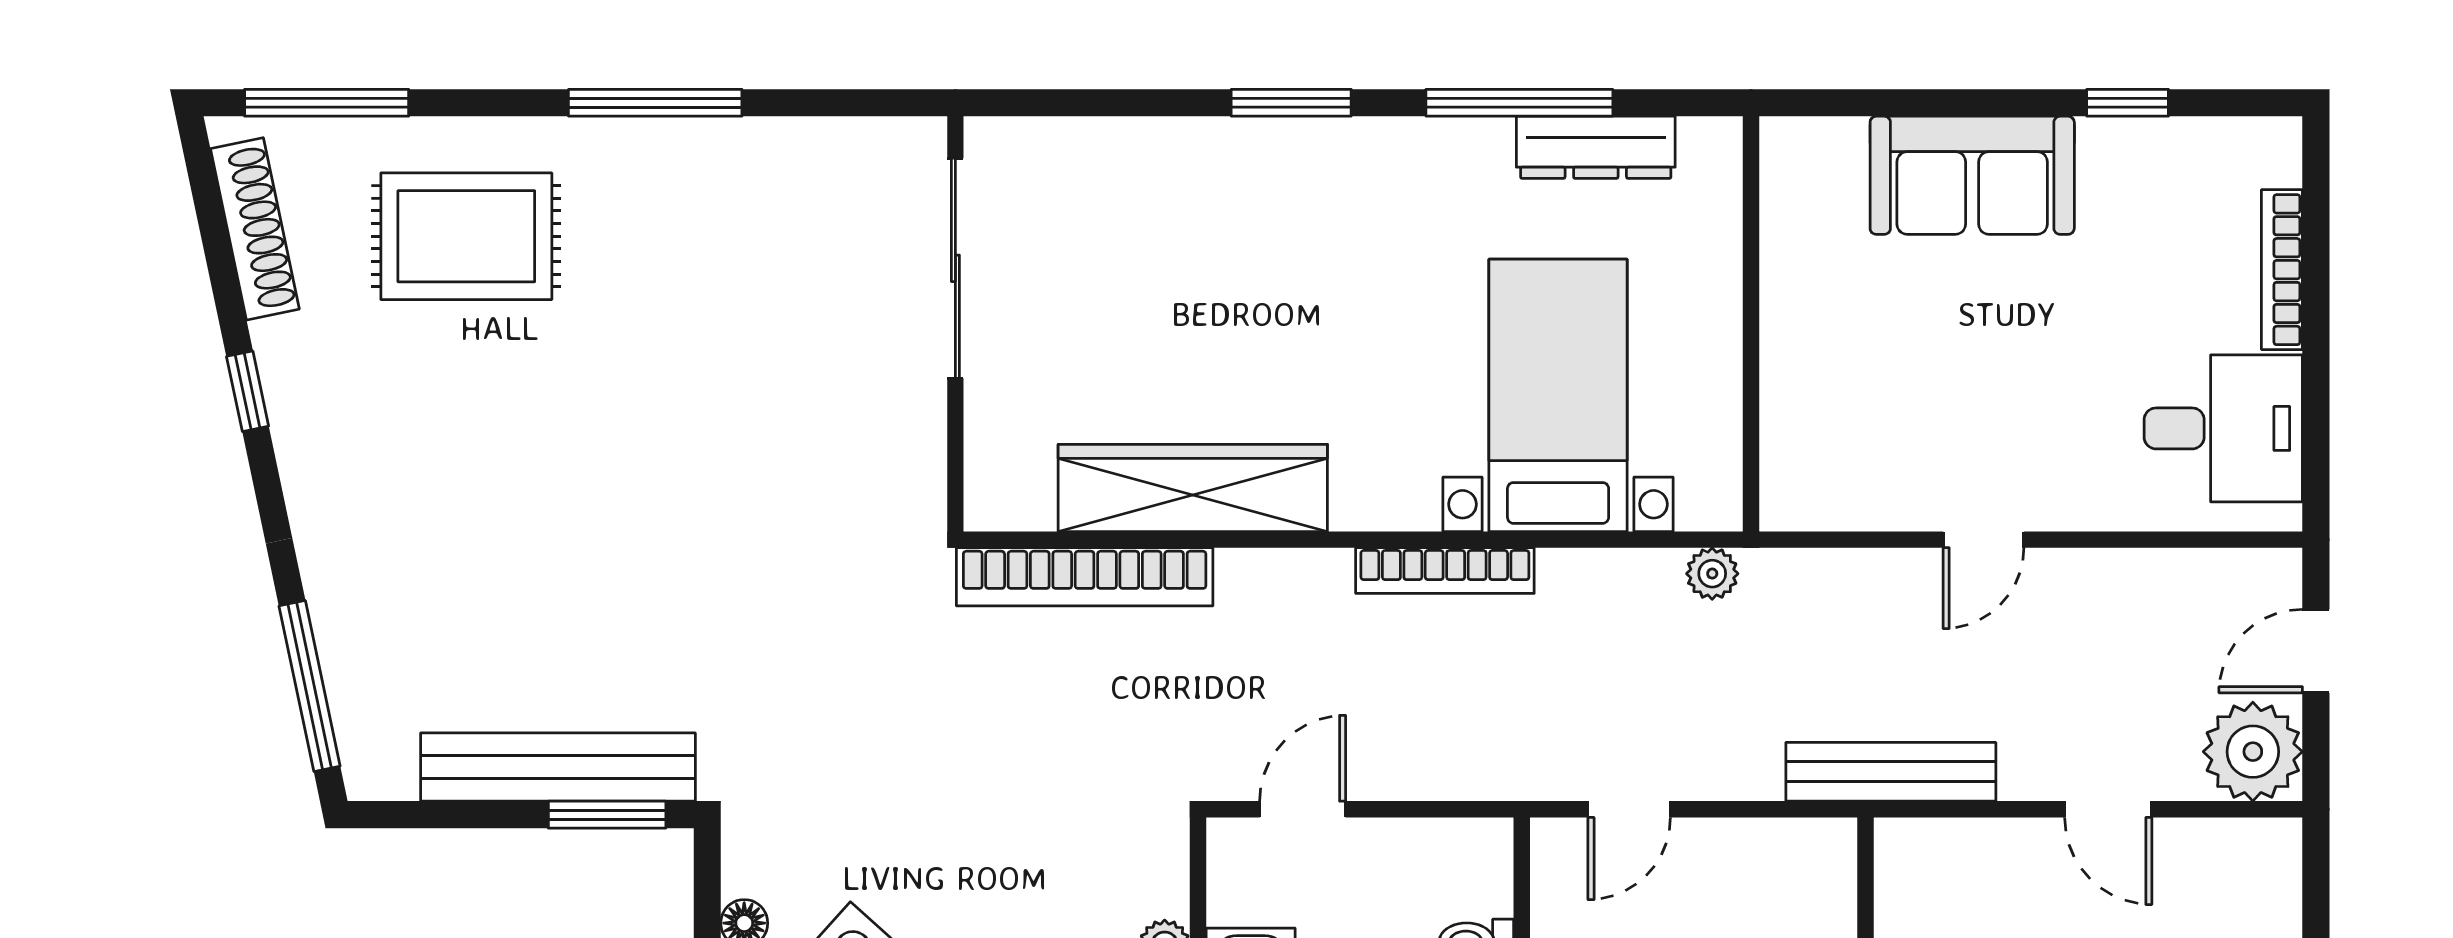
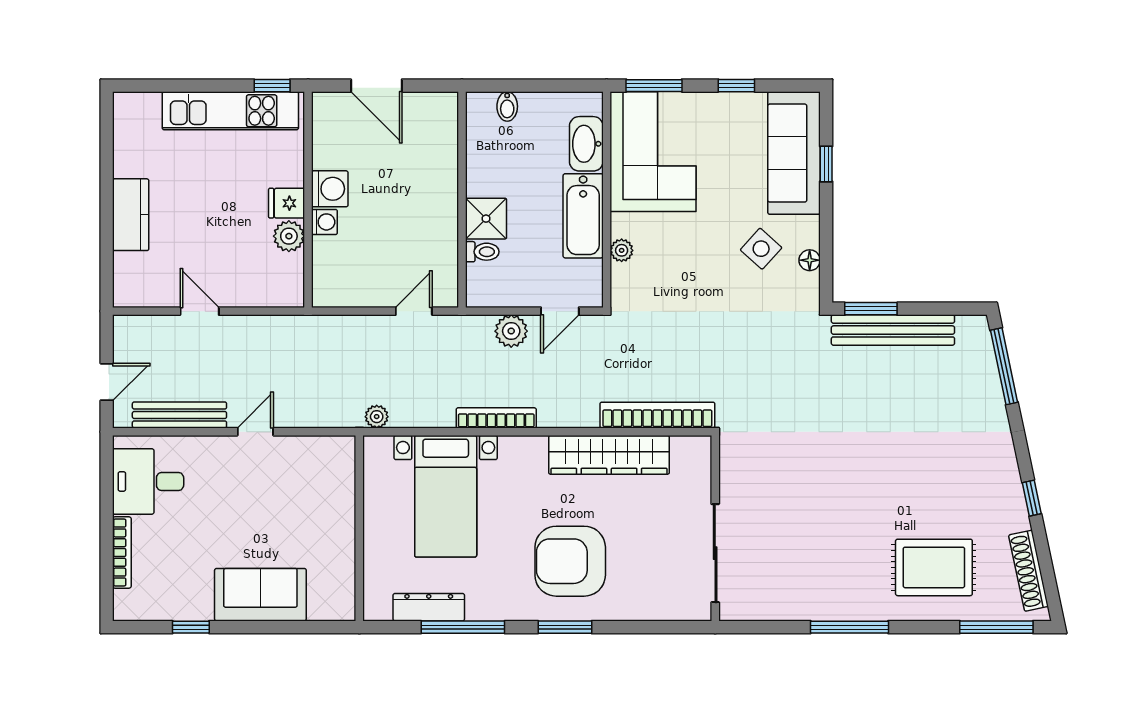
armchair: (1280, 250) -> (570, 561), added
plant: (2253, 752) -> (511, 331), moved, width x0.73, depth x0.73
bench: (1891, 772) -> (179, 415), moved

